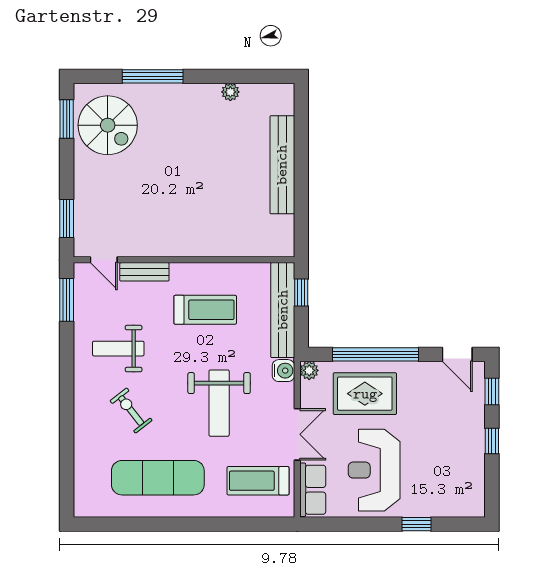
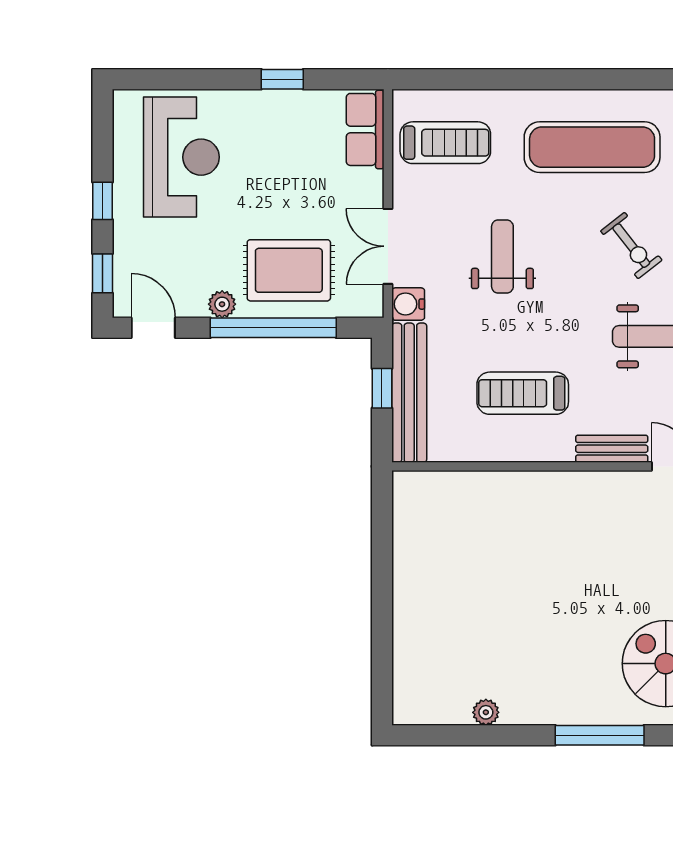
bench: (282, 165) -> (410, 606), removed
window: (301, 292) -> (382, 388), moved
plant: (309, 370) -> (222, 304), moved
weight bench: (219, 403) -> (502, 257), width x0.73, depth x0.75
double door: (297, 434) -> (388, 246), moved
reception desk: (374, 470) -> (181, 157), moved
window: (417, 524) -> (282, 79), moved

